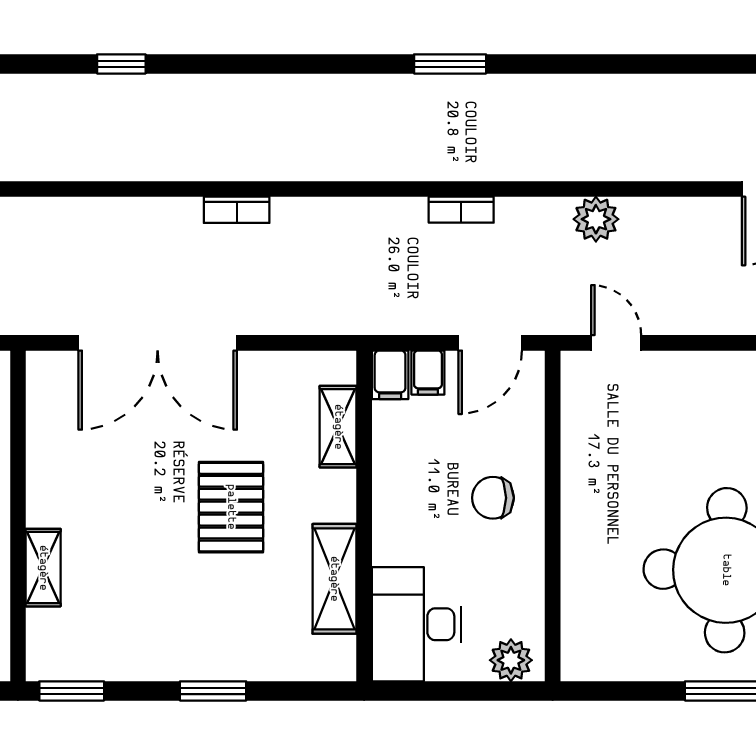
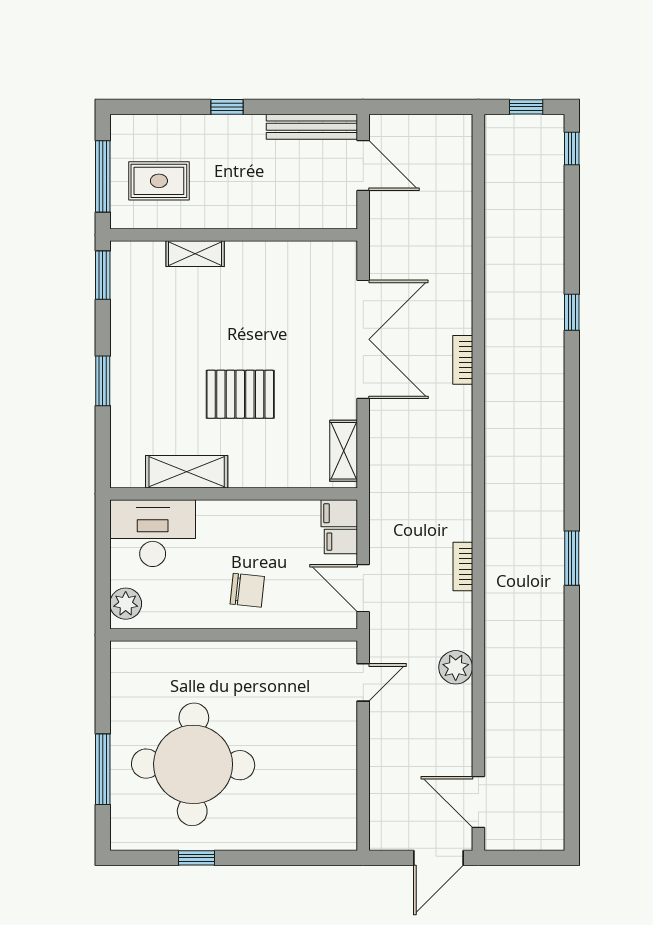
bookcase: (237, 210) -> (463, 360), moved
double door: (158, 343) -> (363, 339), swing flipped
shelving: (338, 427) -> (344, 451), moved, turned 90
chair: (493, 498) -> (247, 590), turned 96

